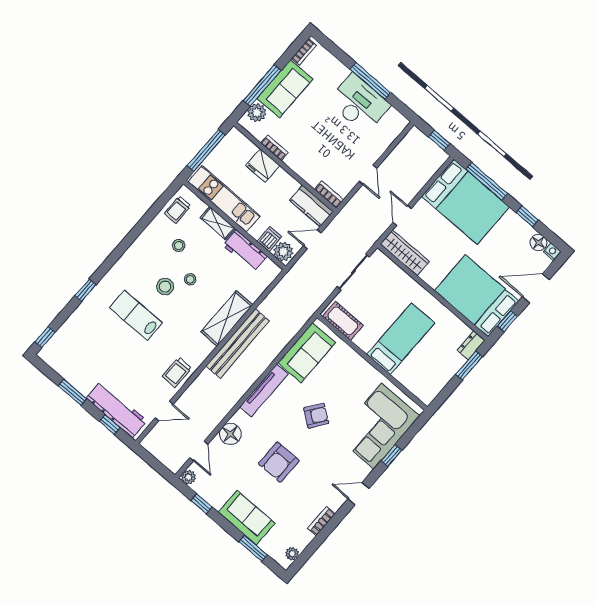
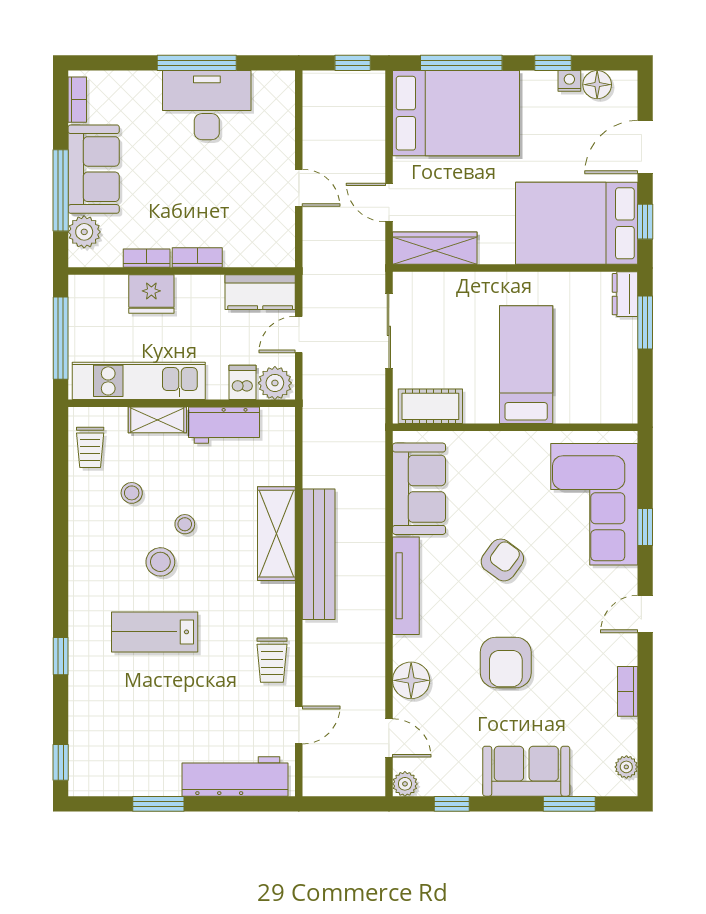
bookcase: (329, 195) -> (197, 258), moved
nightstand: (552, 252) -> (569, 81), moved
window: (110, 425) -> (243, 804), removed

